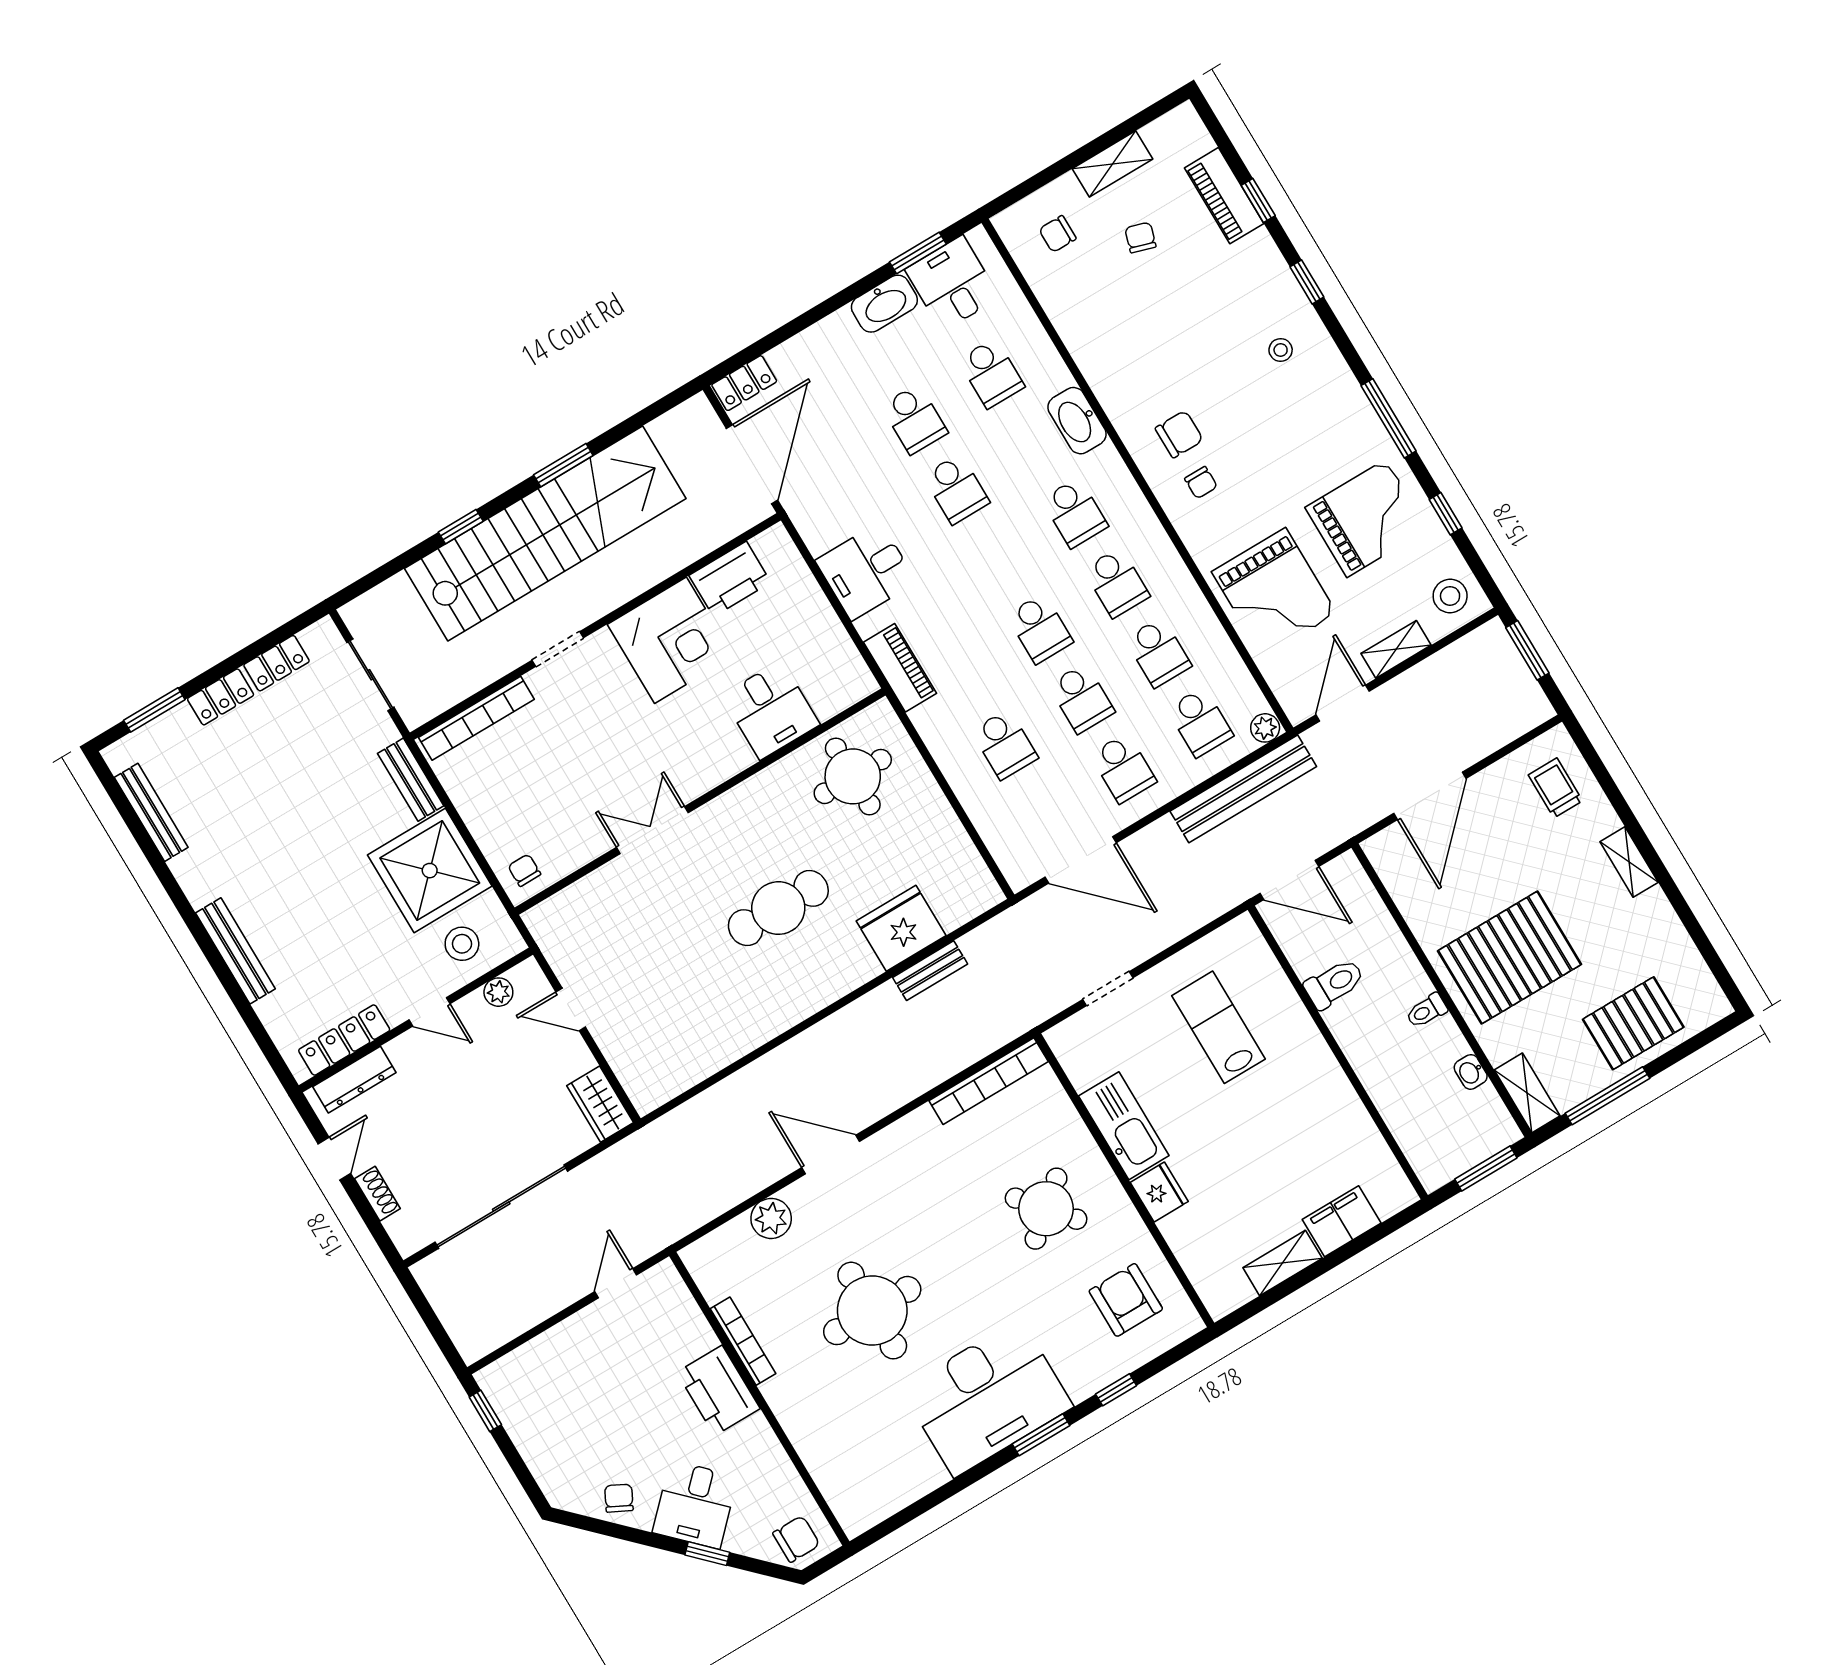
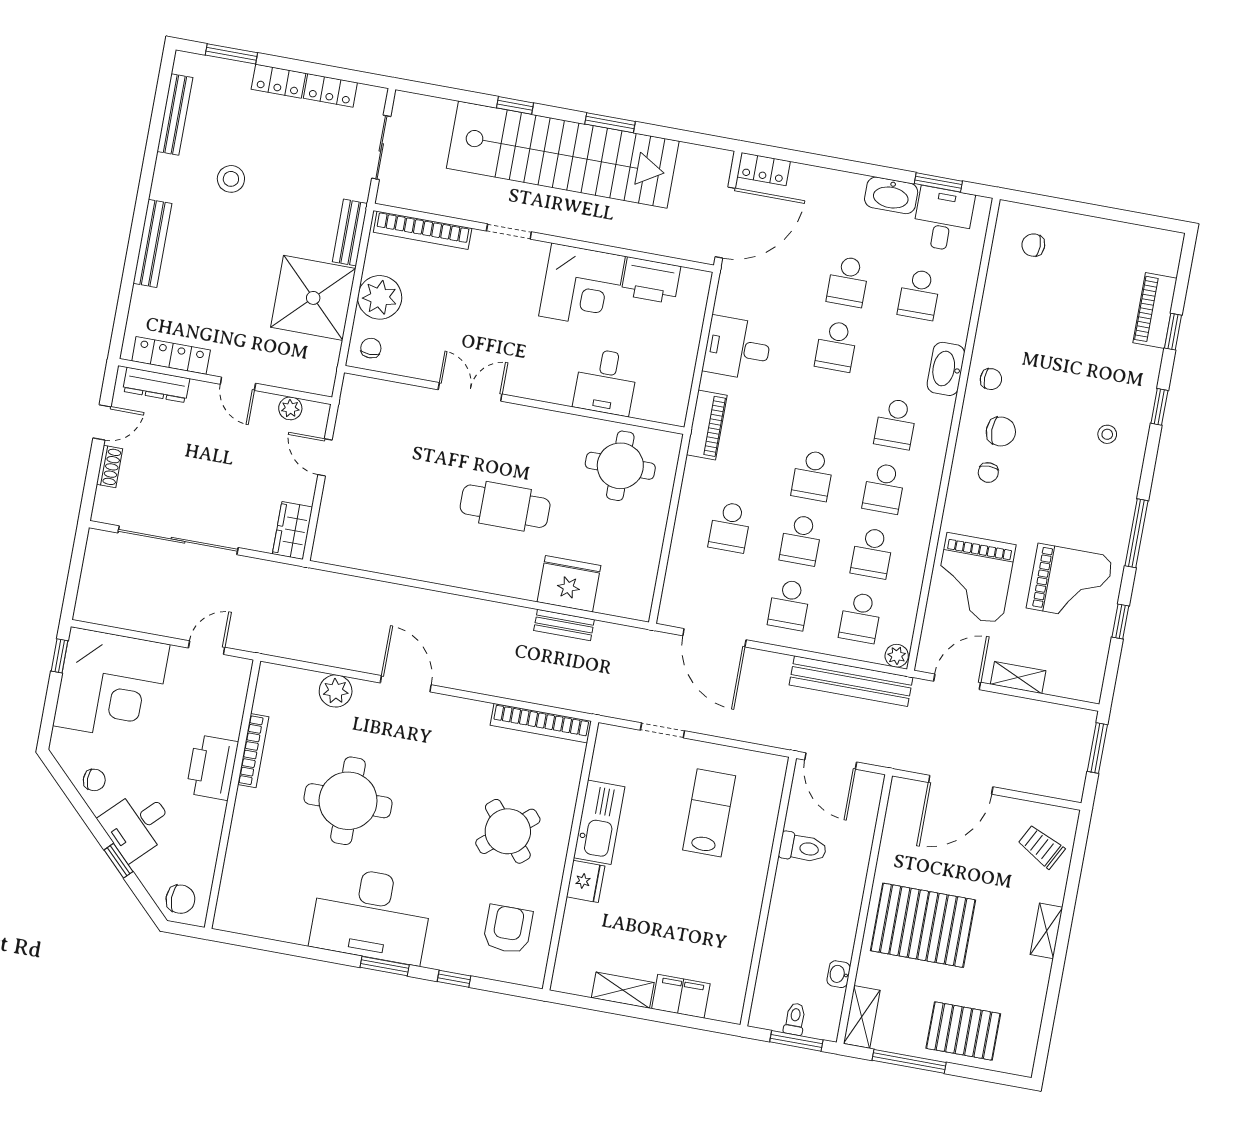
shelving: (1112, 164) -> (1104, 232), removed
chair: (1140, 238) -> (991, 379), moved, turned 73
stool: (1450, 596) -> (1079, 674), removed
trolley: (1555, 788) -> (1041, 847), turned -62
plant: (491, 816) -> (380, 297), added
stool: (462, 944) -> (231, 179), moved
toilet: (1426, 1011) -> (795, 1019), moved, turned 90
corner desk: (557, 1396) -> (111, 685), added
chair: (619, 1498) -> (94, 780), turned 63

